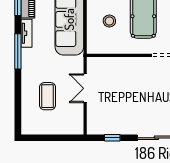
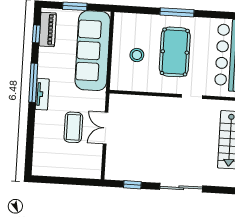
tv unit: (26, 33) -> (42, 94), moved
coffee table: (48, 96) -> (73, 127), moved

